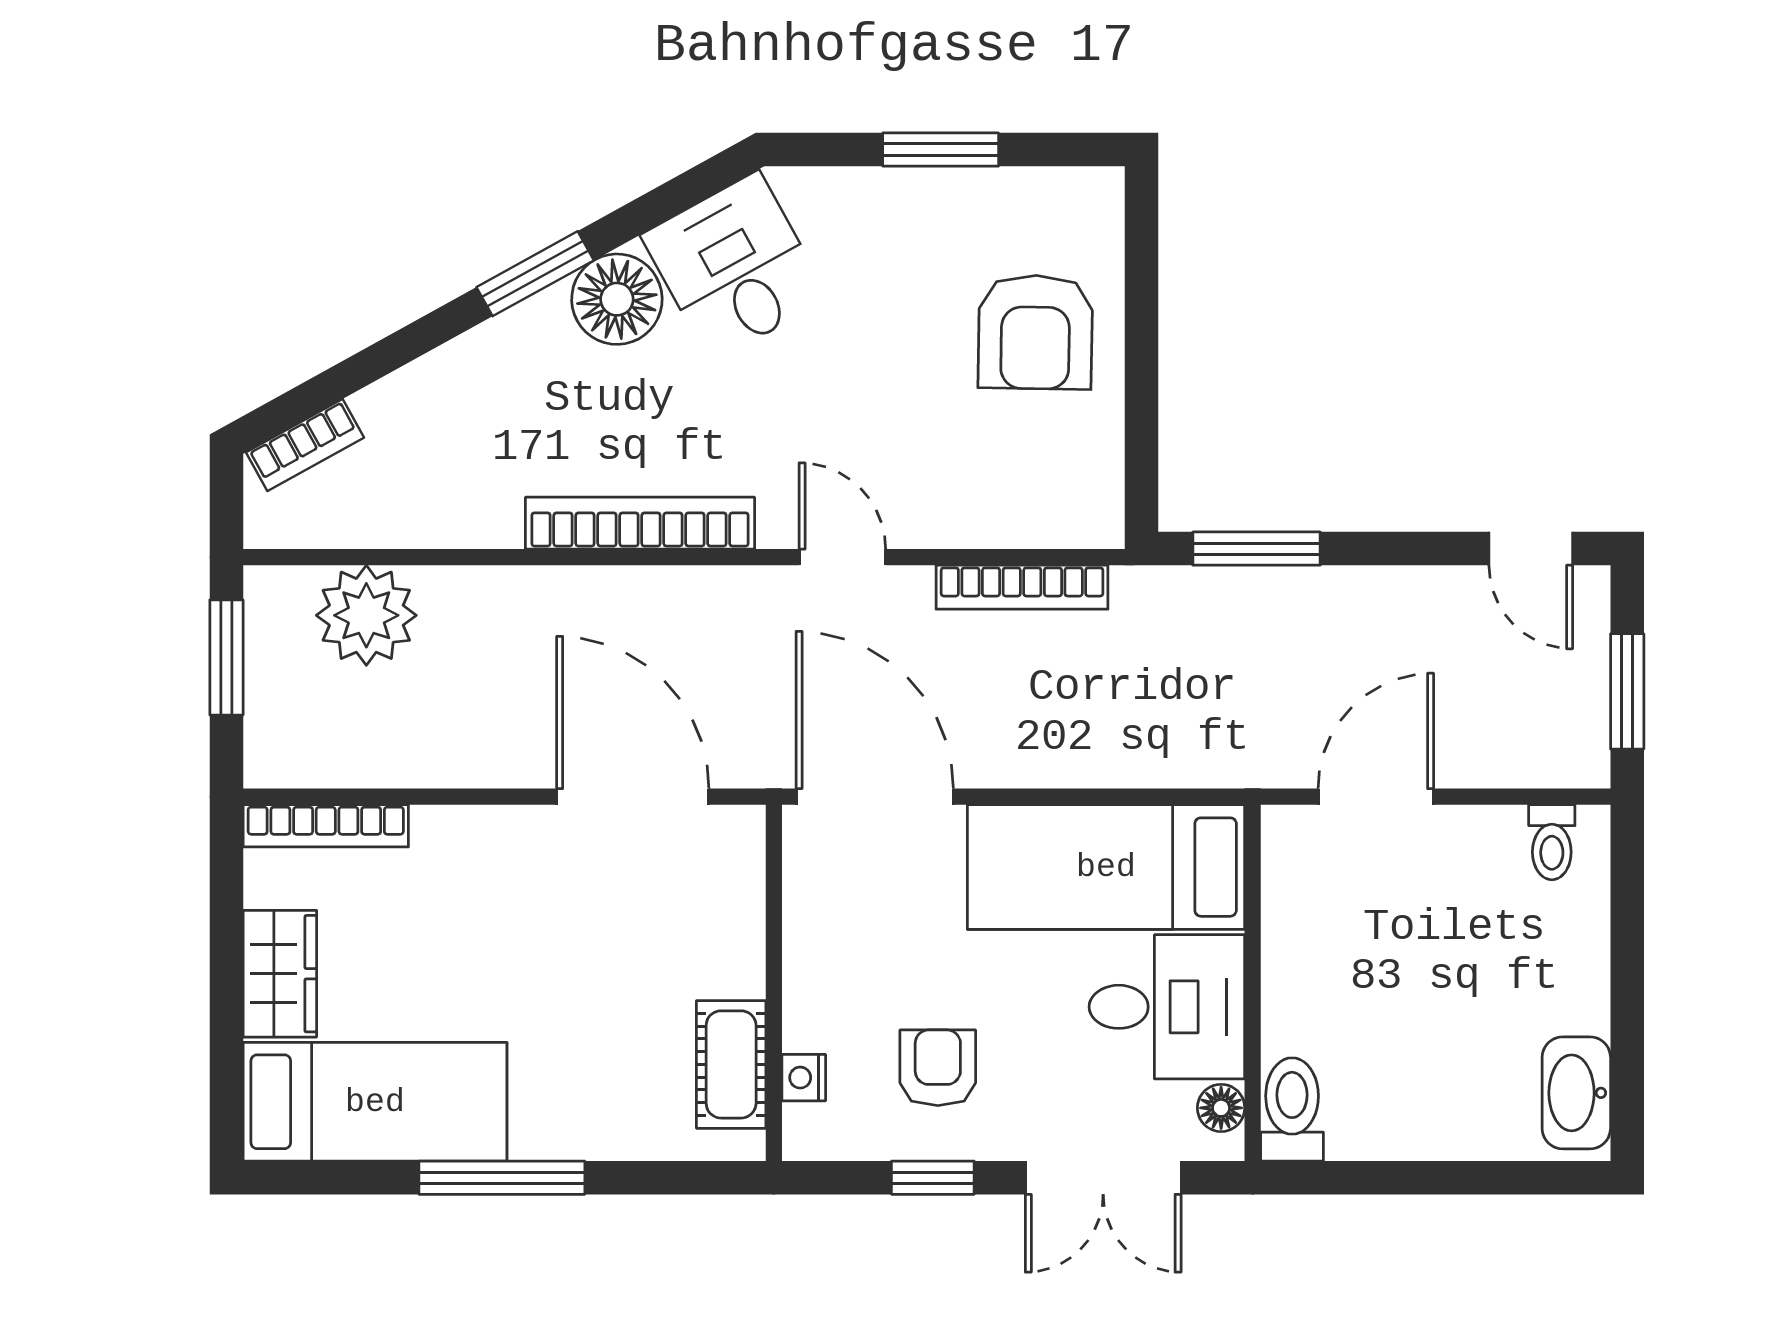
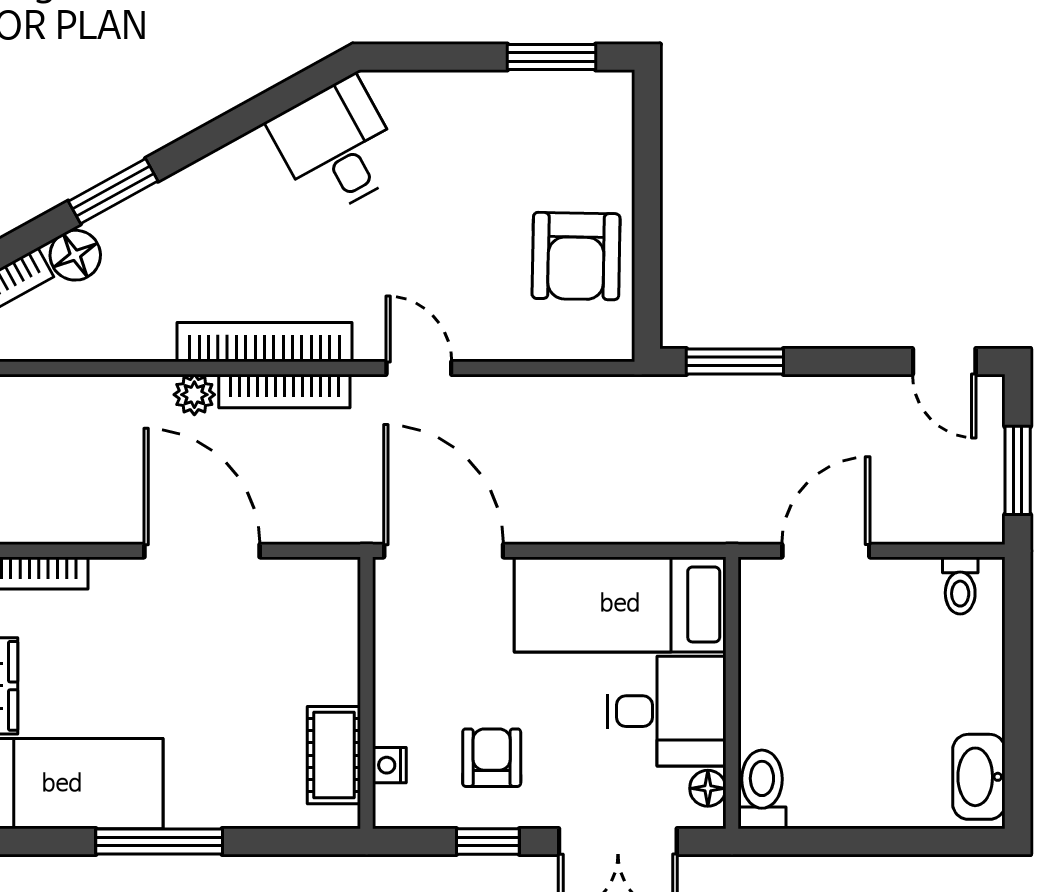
window: (941, 150) -> (551, 57), moved
window: (535, 274) -> (113, 191), moved
floor lamp: (617, 299) -> (75, 255), moved, width x0.73, depth x0.73
armchair: (1035, 332) -> (576, 256), moved
bookcase: (1022, 587) -> (284, 391), moved
plant: (366, 615) -> (194, 395), moved, width x0.53, depth x0.53
door: (633, 797) -> (202, 551), moved

